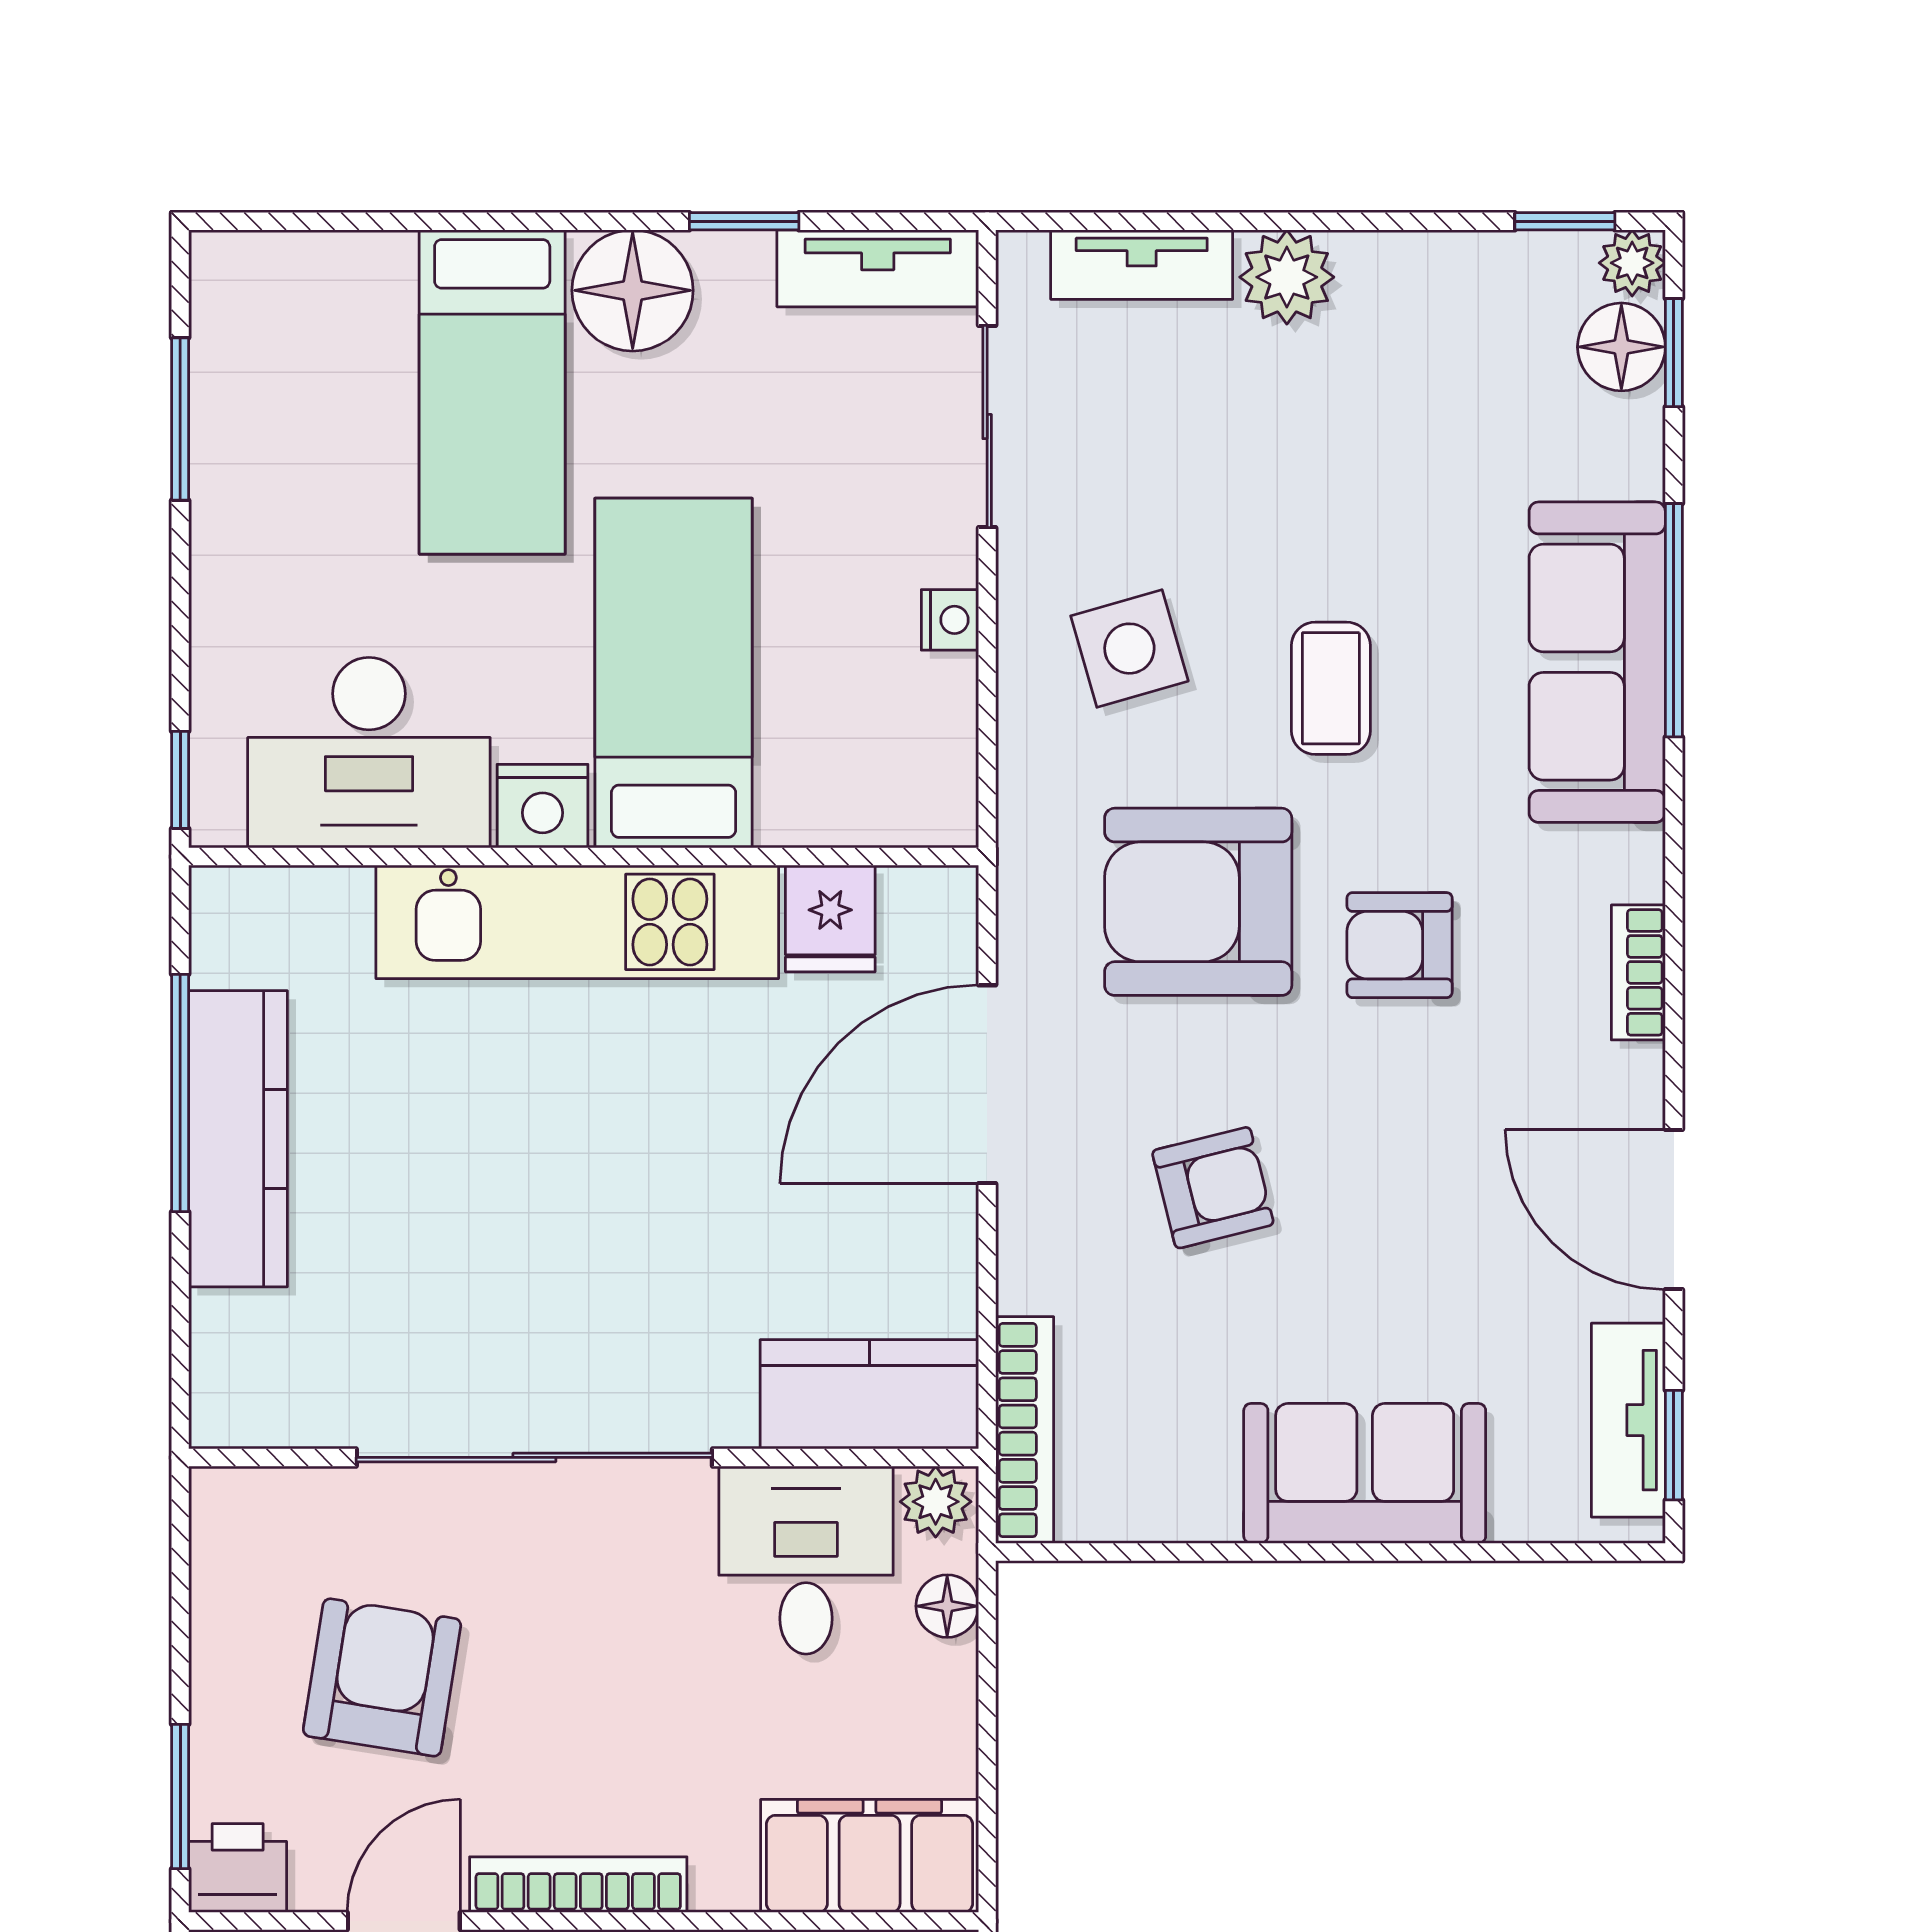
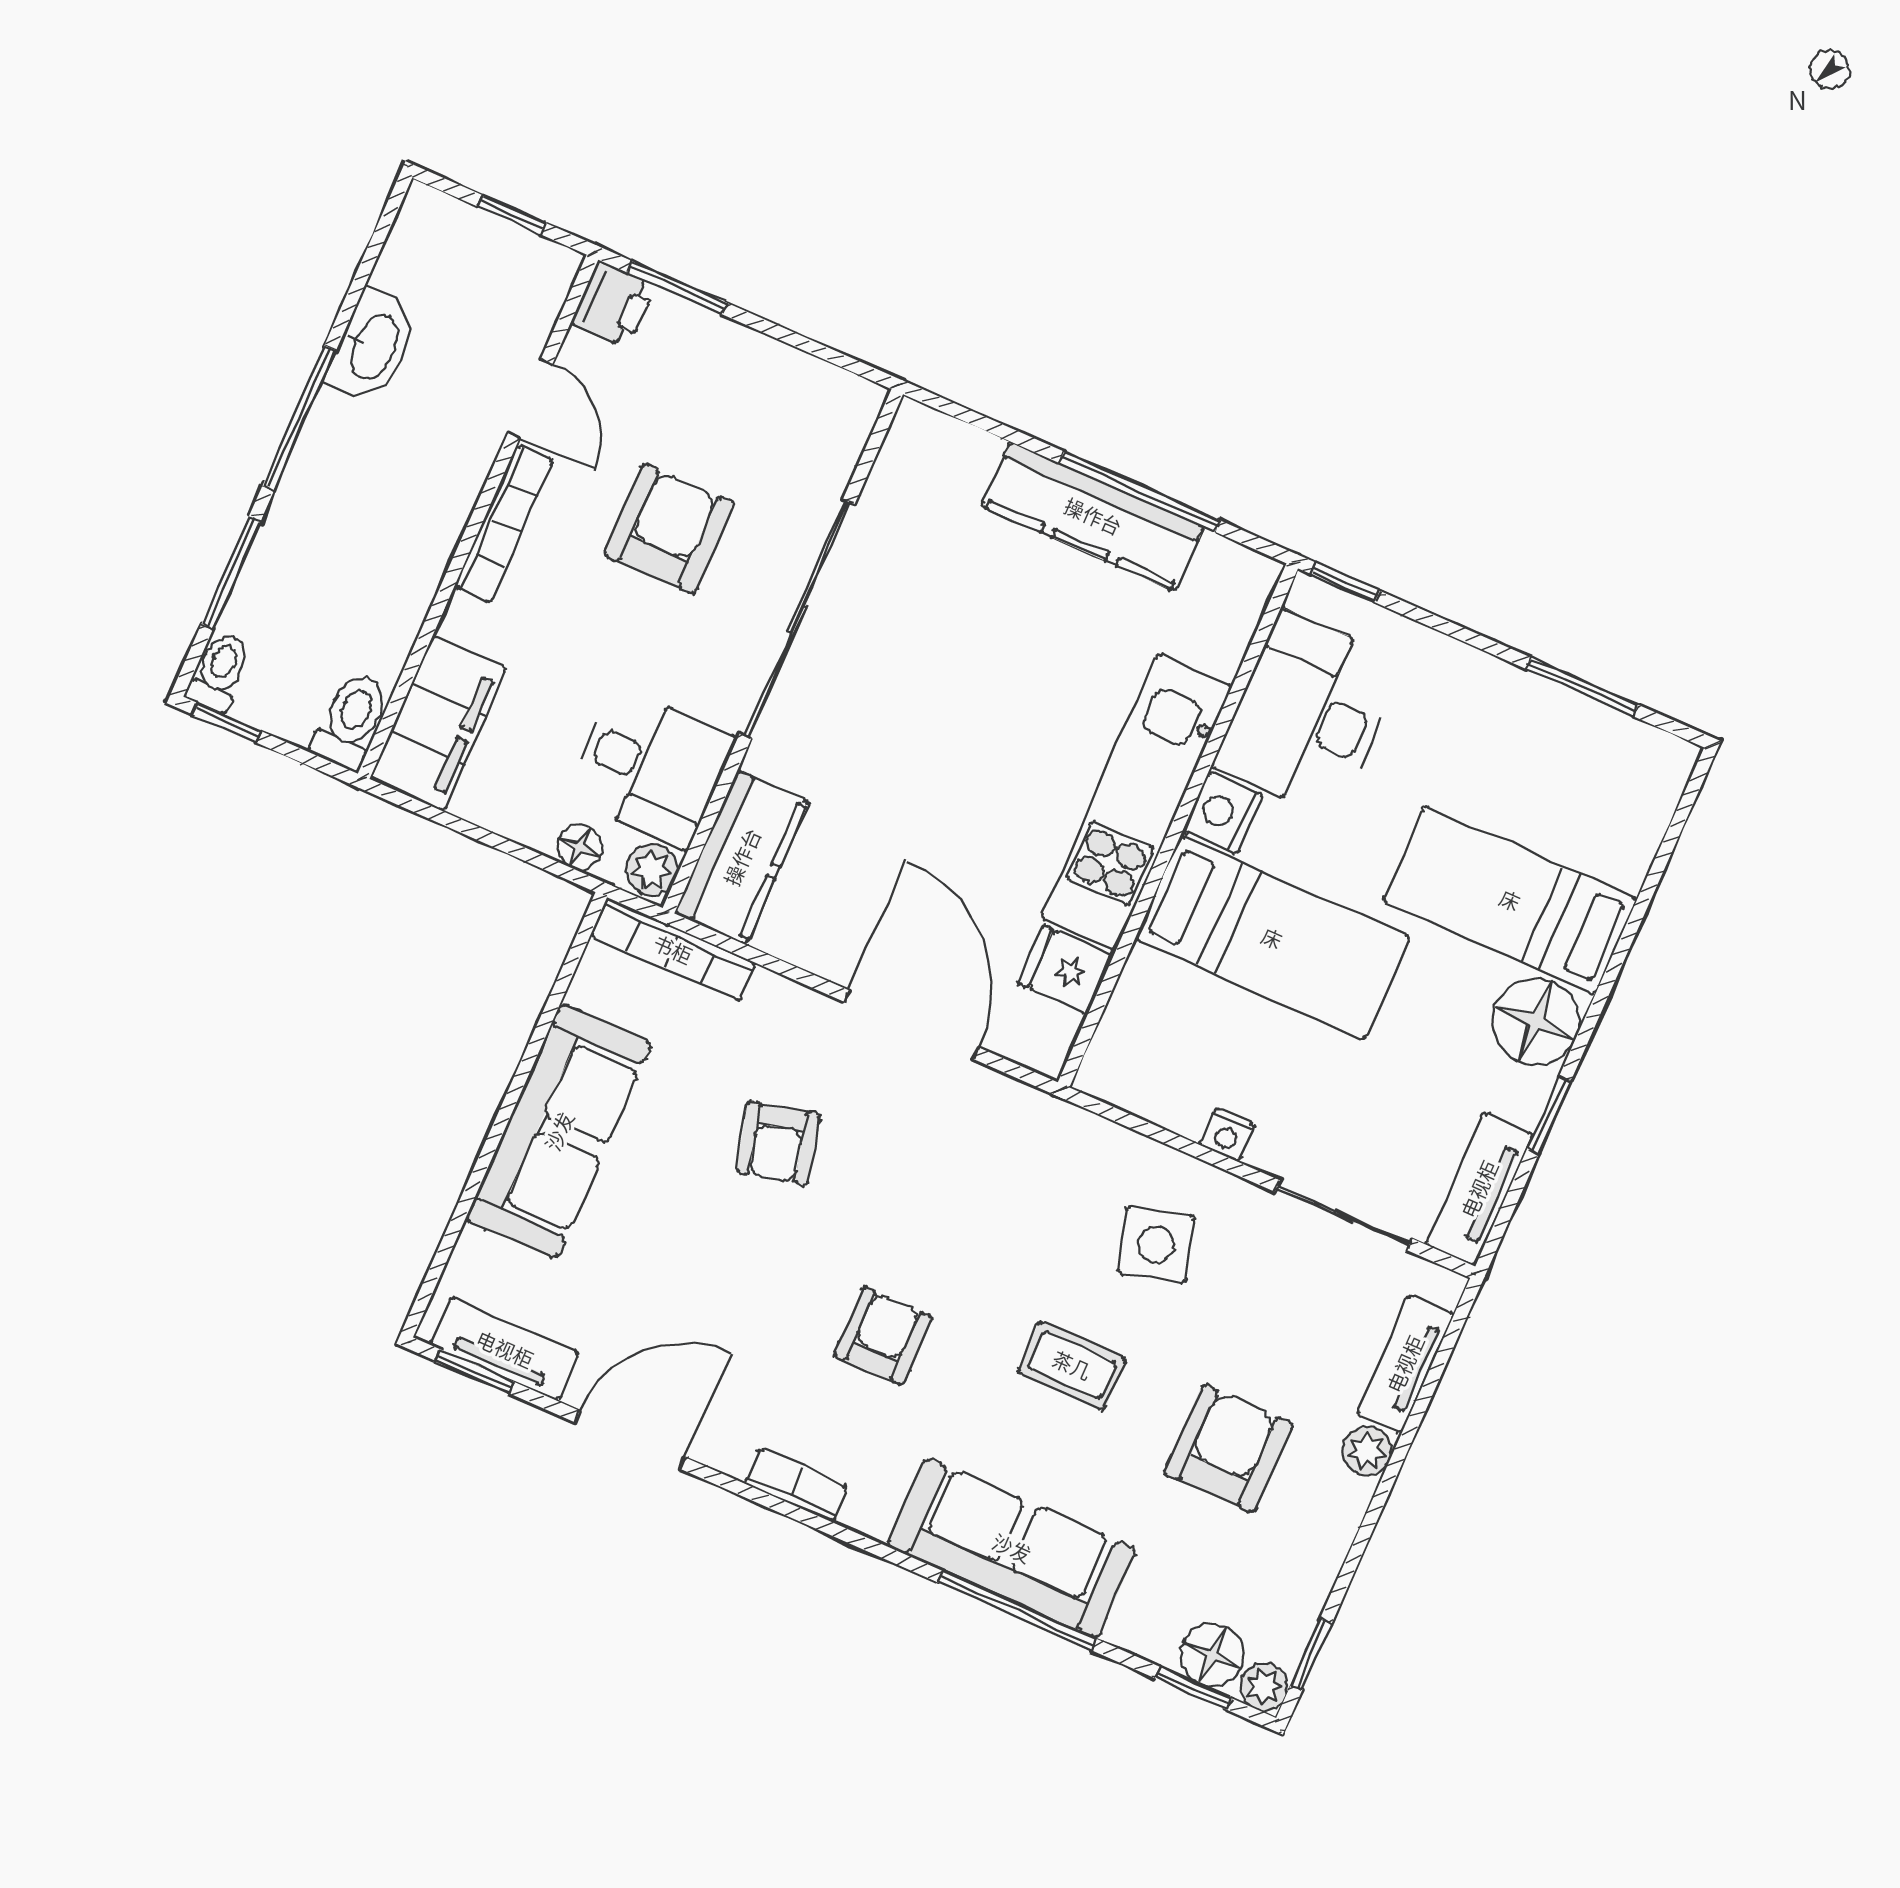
plant: (1287, 277) -> (1367, 1451), width x0.73, depth x0.73
armchair: (1198, 902) -> (1228, 1448), moved, width x0.73, depth x0.73
sofa: (1365, 1473) -> (559, 1131), width x1.36
armchair: (382, 1677) -> (669, 529), moved, turned -99

